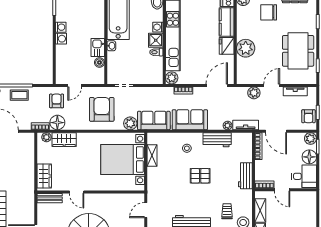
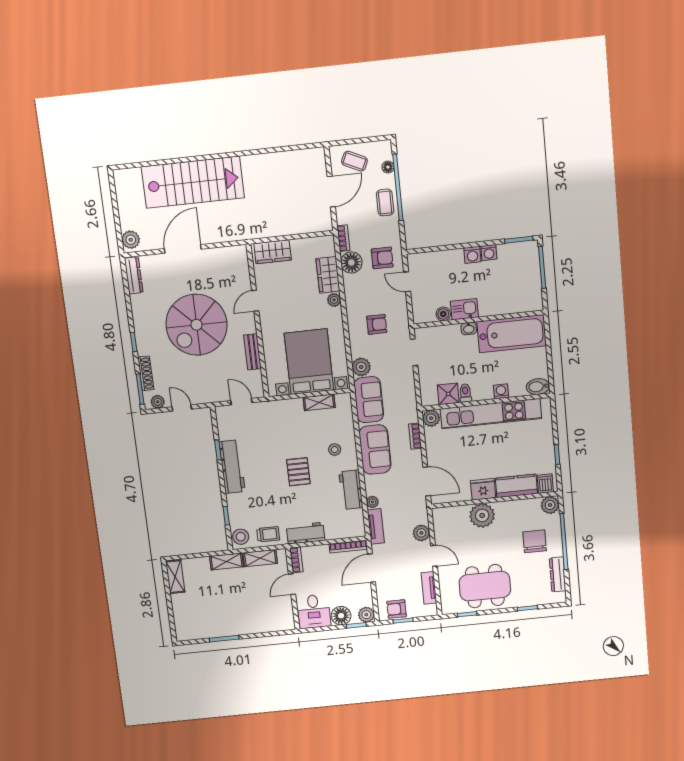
shower: (156, 40) -> (448, 394), moved
armchair: (102, 109) -> (377, 324), width x0.53, depth x0.53
plant: (46, 137) -> (334, 300), moved
bench: (50, 198) -> (253, 352), moved
trolley: (227, 211) -> (268, 534), moved

